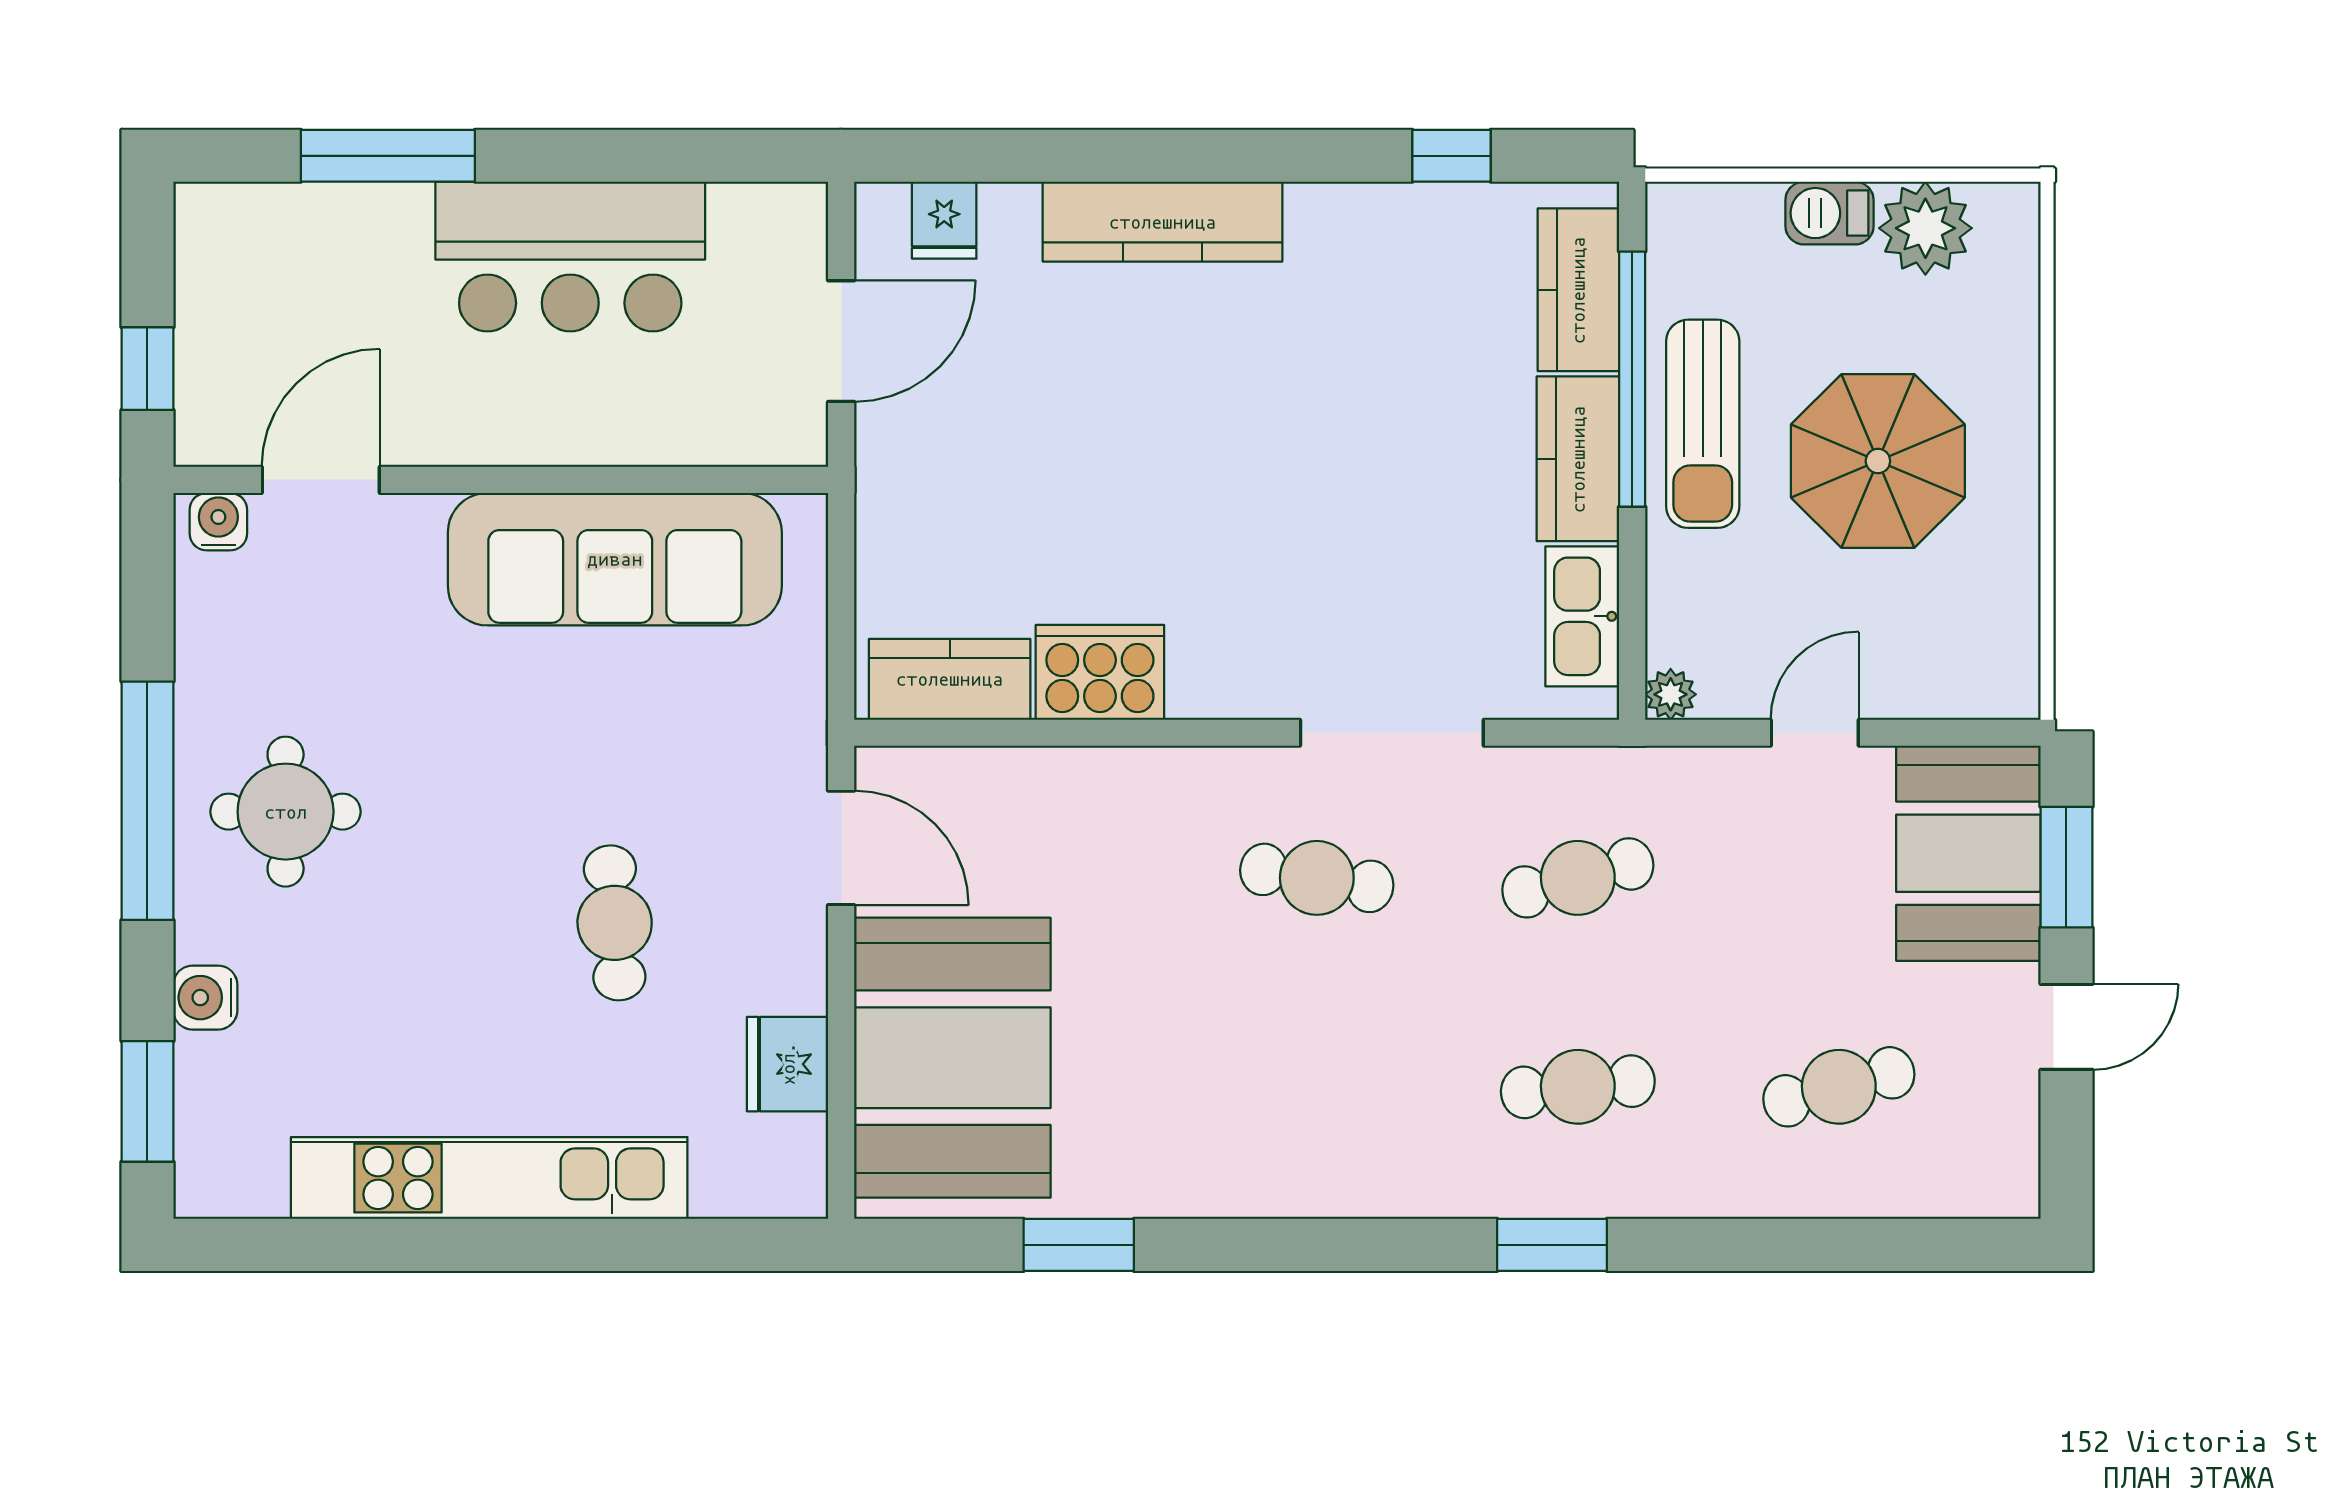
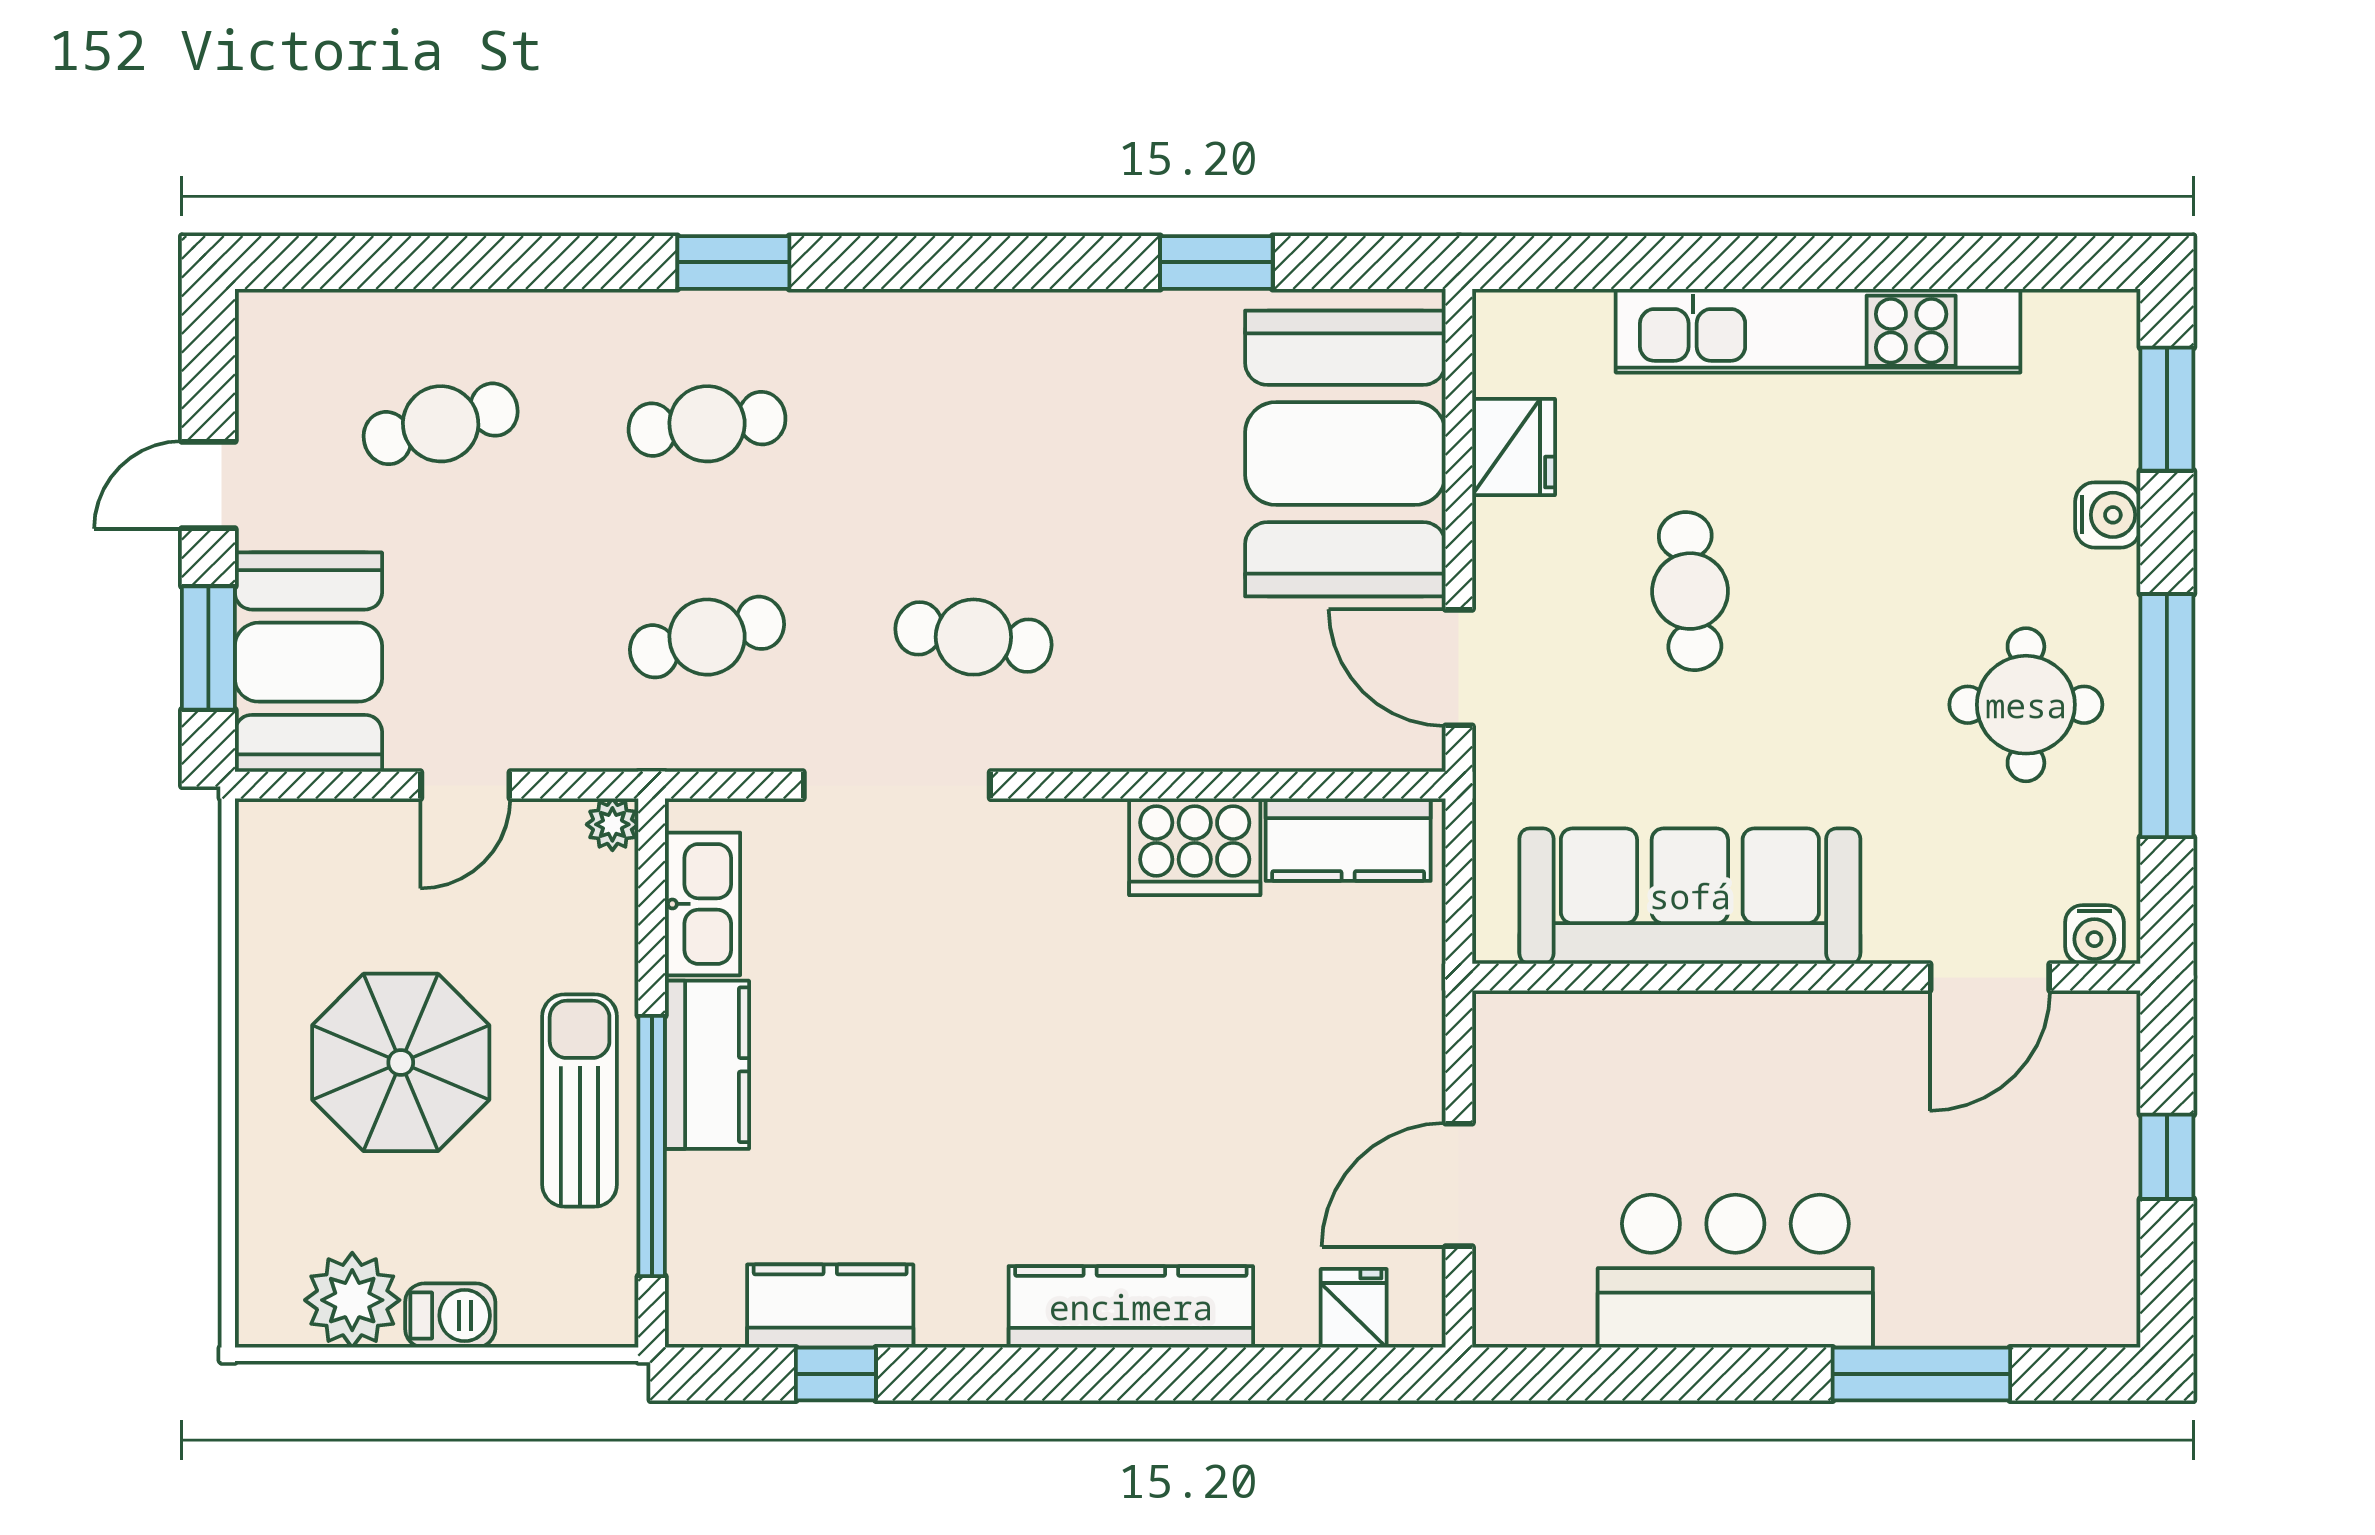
kitchen counter: (1578, 290) -> (830, 1306), moved, turned -90
door: (321, 480) -> (1990, 977), moved
wall: (501, 480) -> (1806, 977), moved
water cooler: (218, 522) -> (2094, 934), moved
sofa: (615, 559) -> (1690, 896), moved

